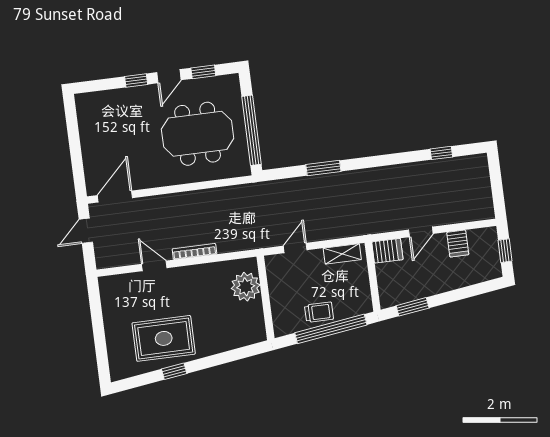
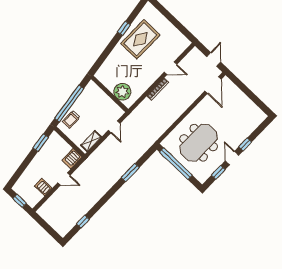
door: (421, 232) -> (64, 179), swing flipped
trolley: (319, 312) -> (71, 119), moved

